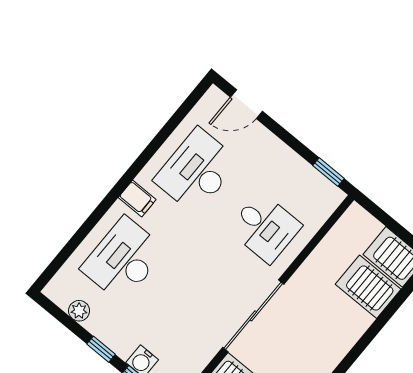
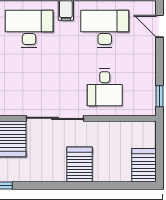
server rack: (368, 287) -> (79, 164), moved

